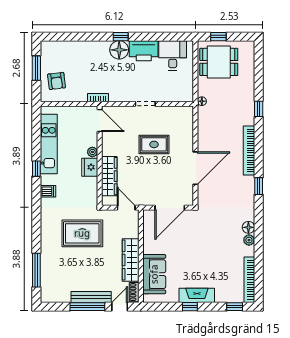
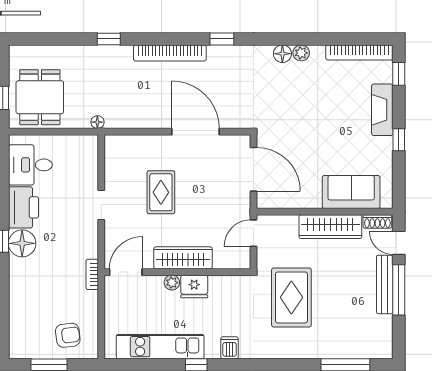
wardrobe: (109, 176) -> (183, 258), moved
fireplace: (197, 295) -> (382, 110), moved

